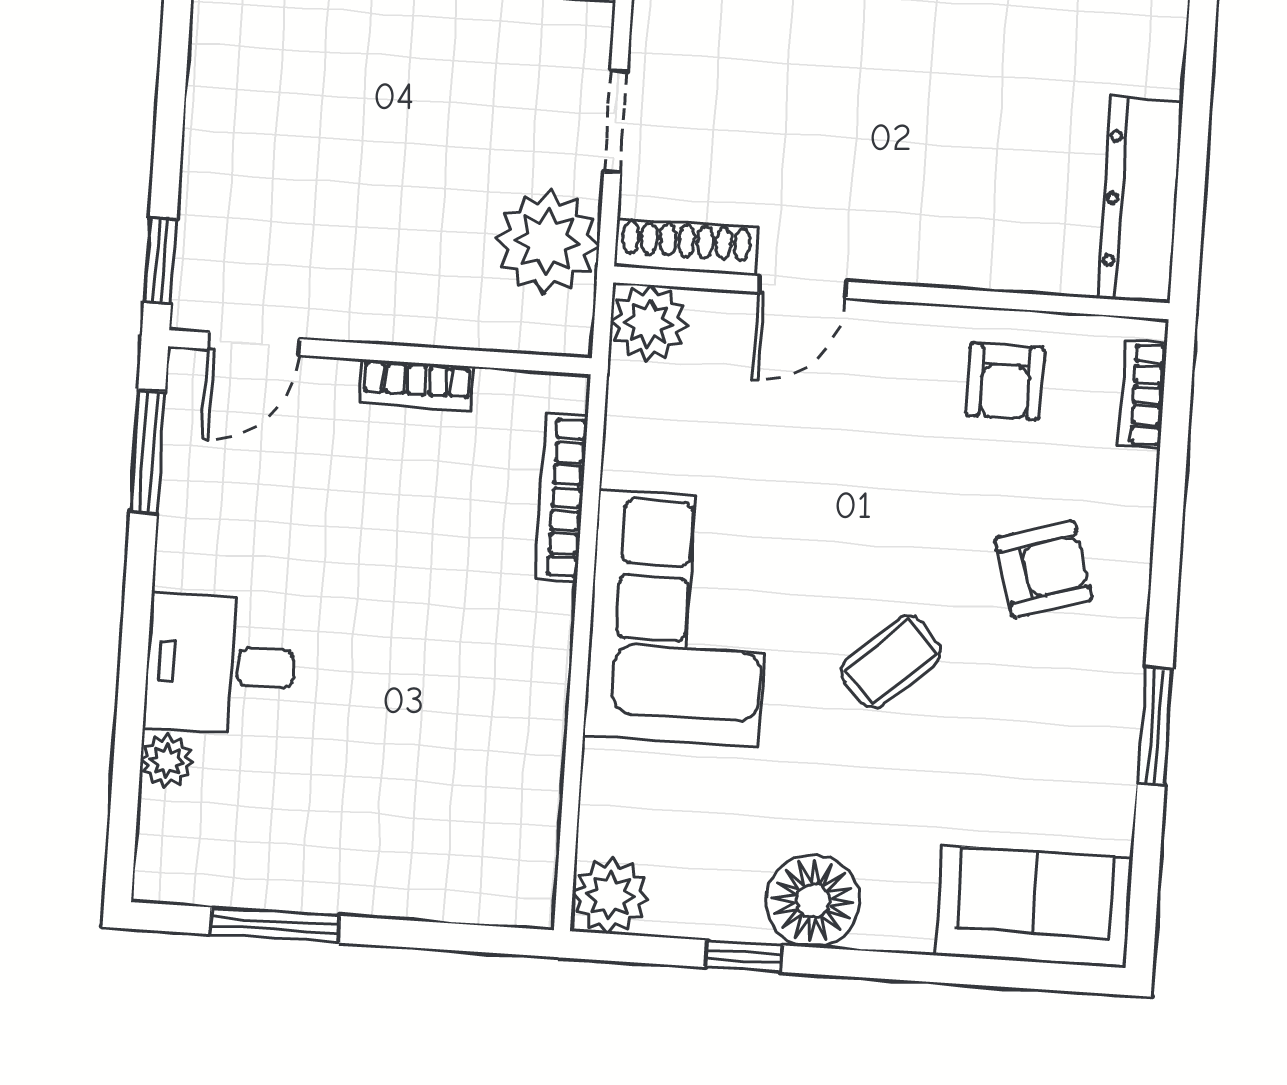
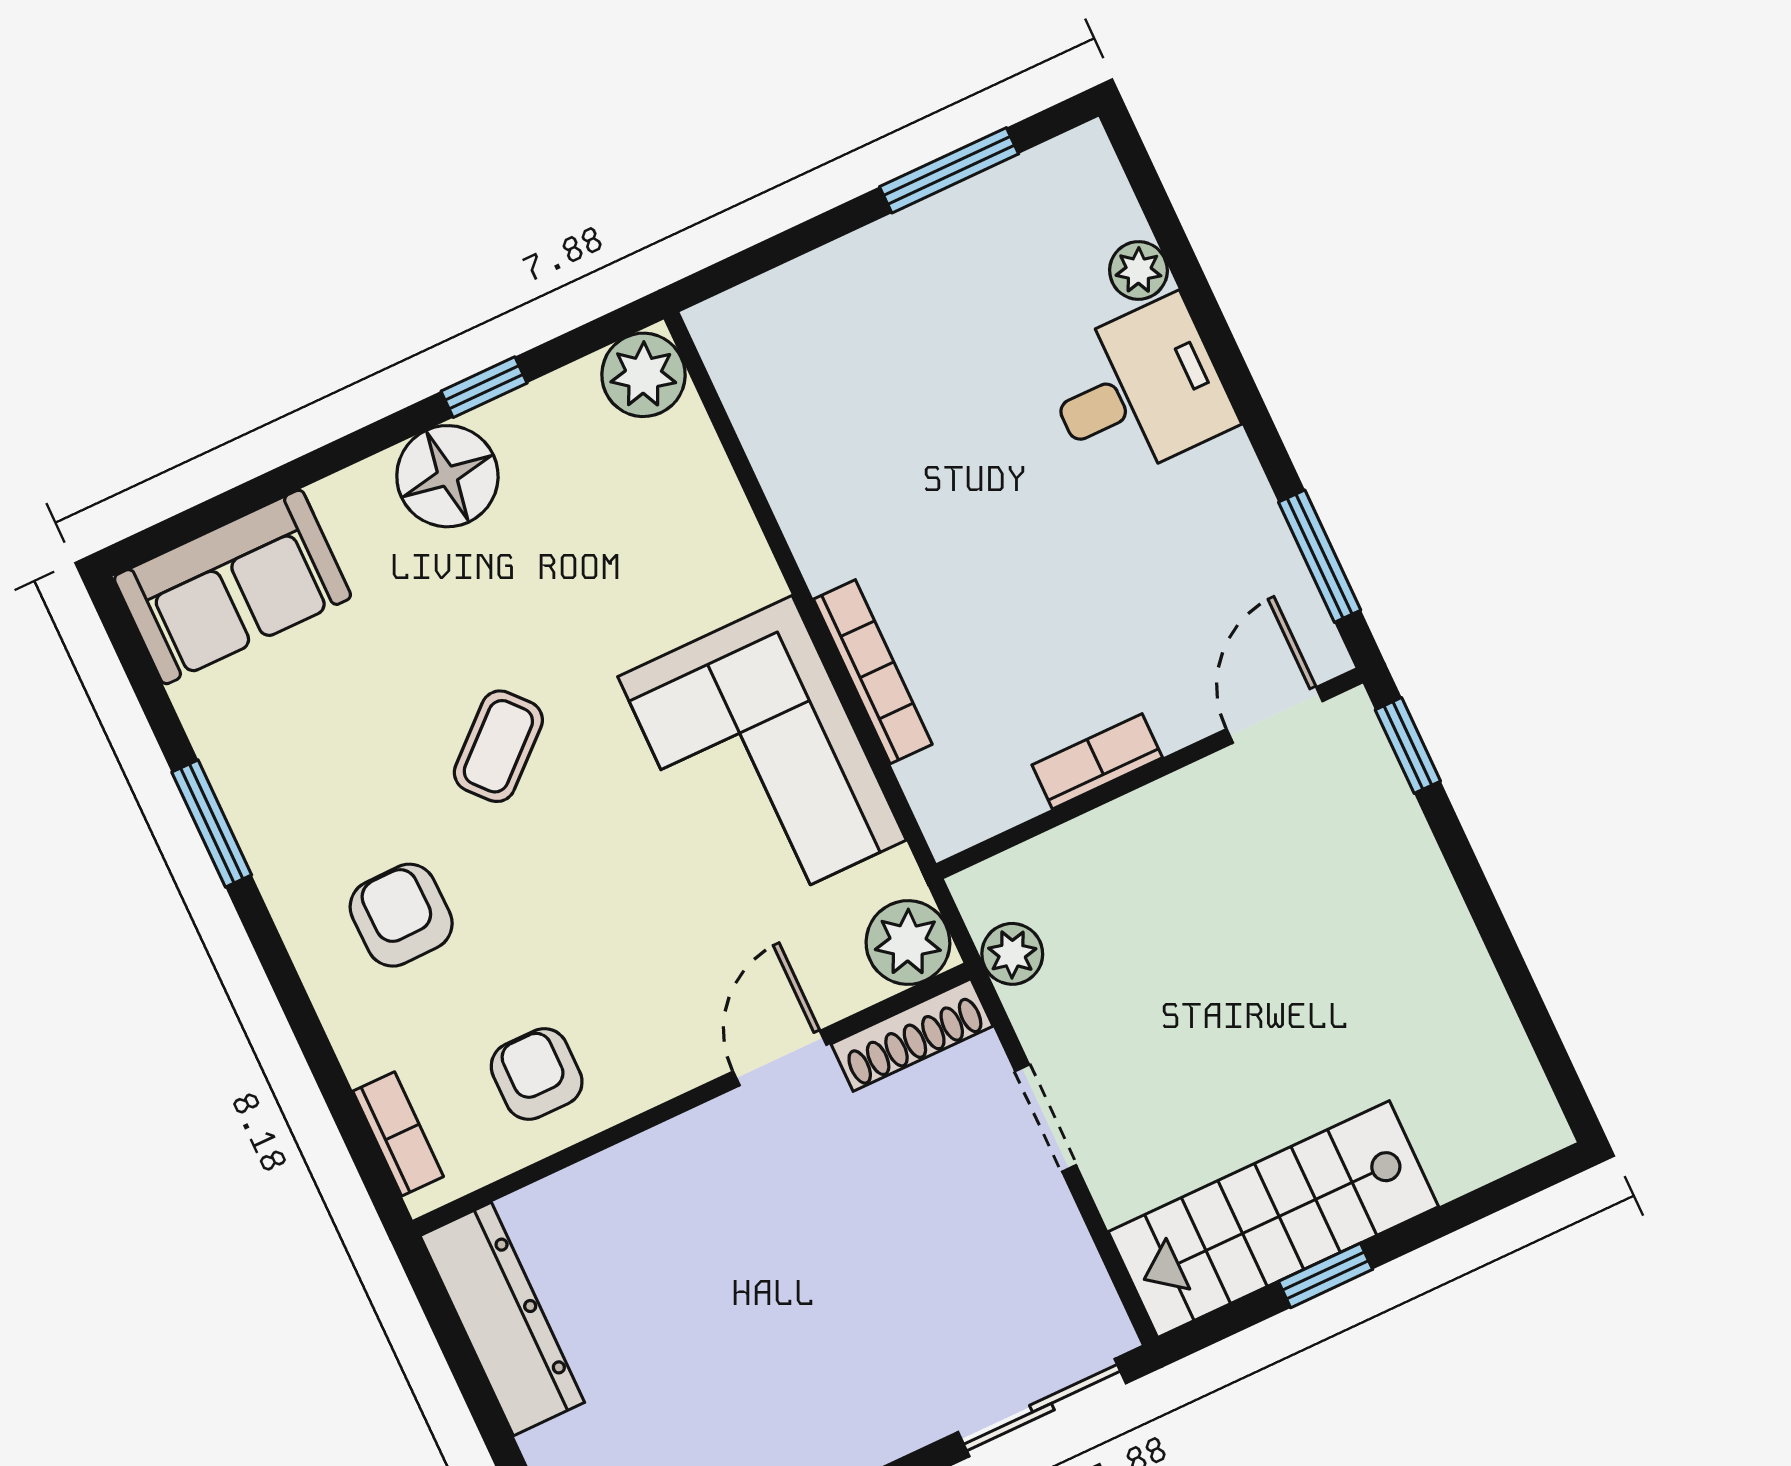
plant: (547, 242) -> (1012, 954), width x0.53, depth x0.53
bookcase: (561, 497) -> (873, 672), moved
armchair: (1044, 569) -> (401, 915), turned 106
corner sofa: (679, 618) -> (762, 758), moved

